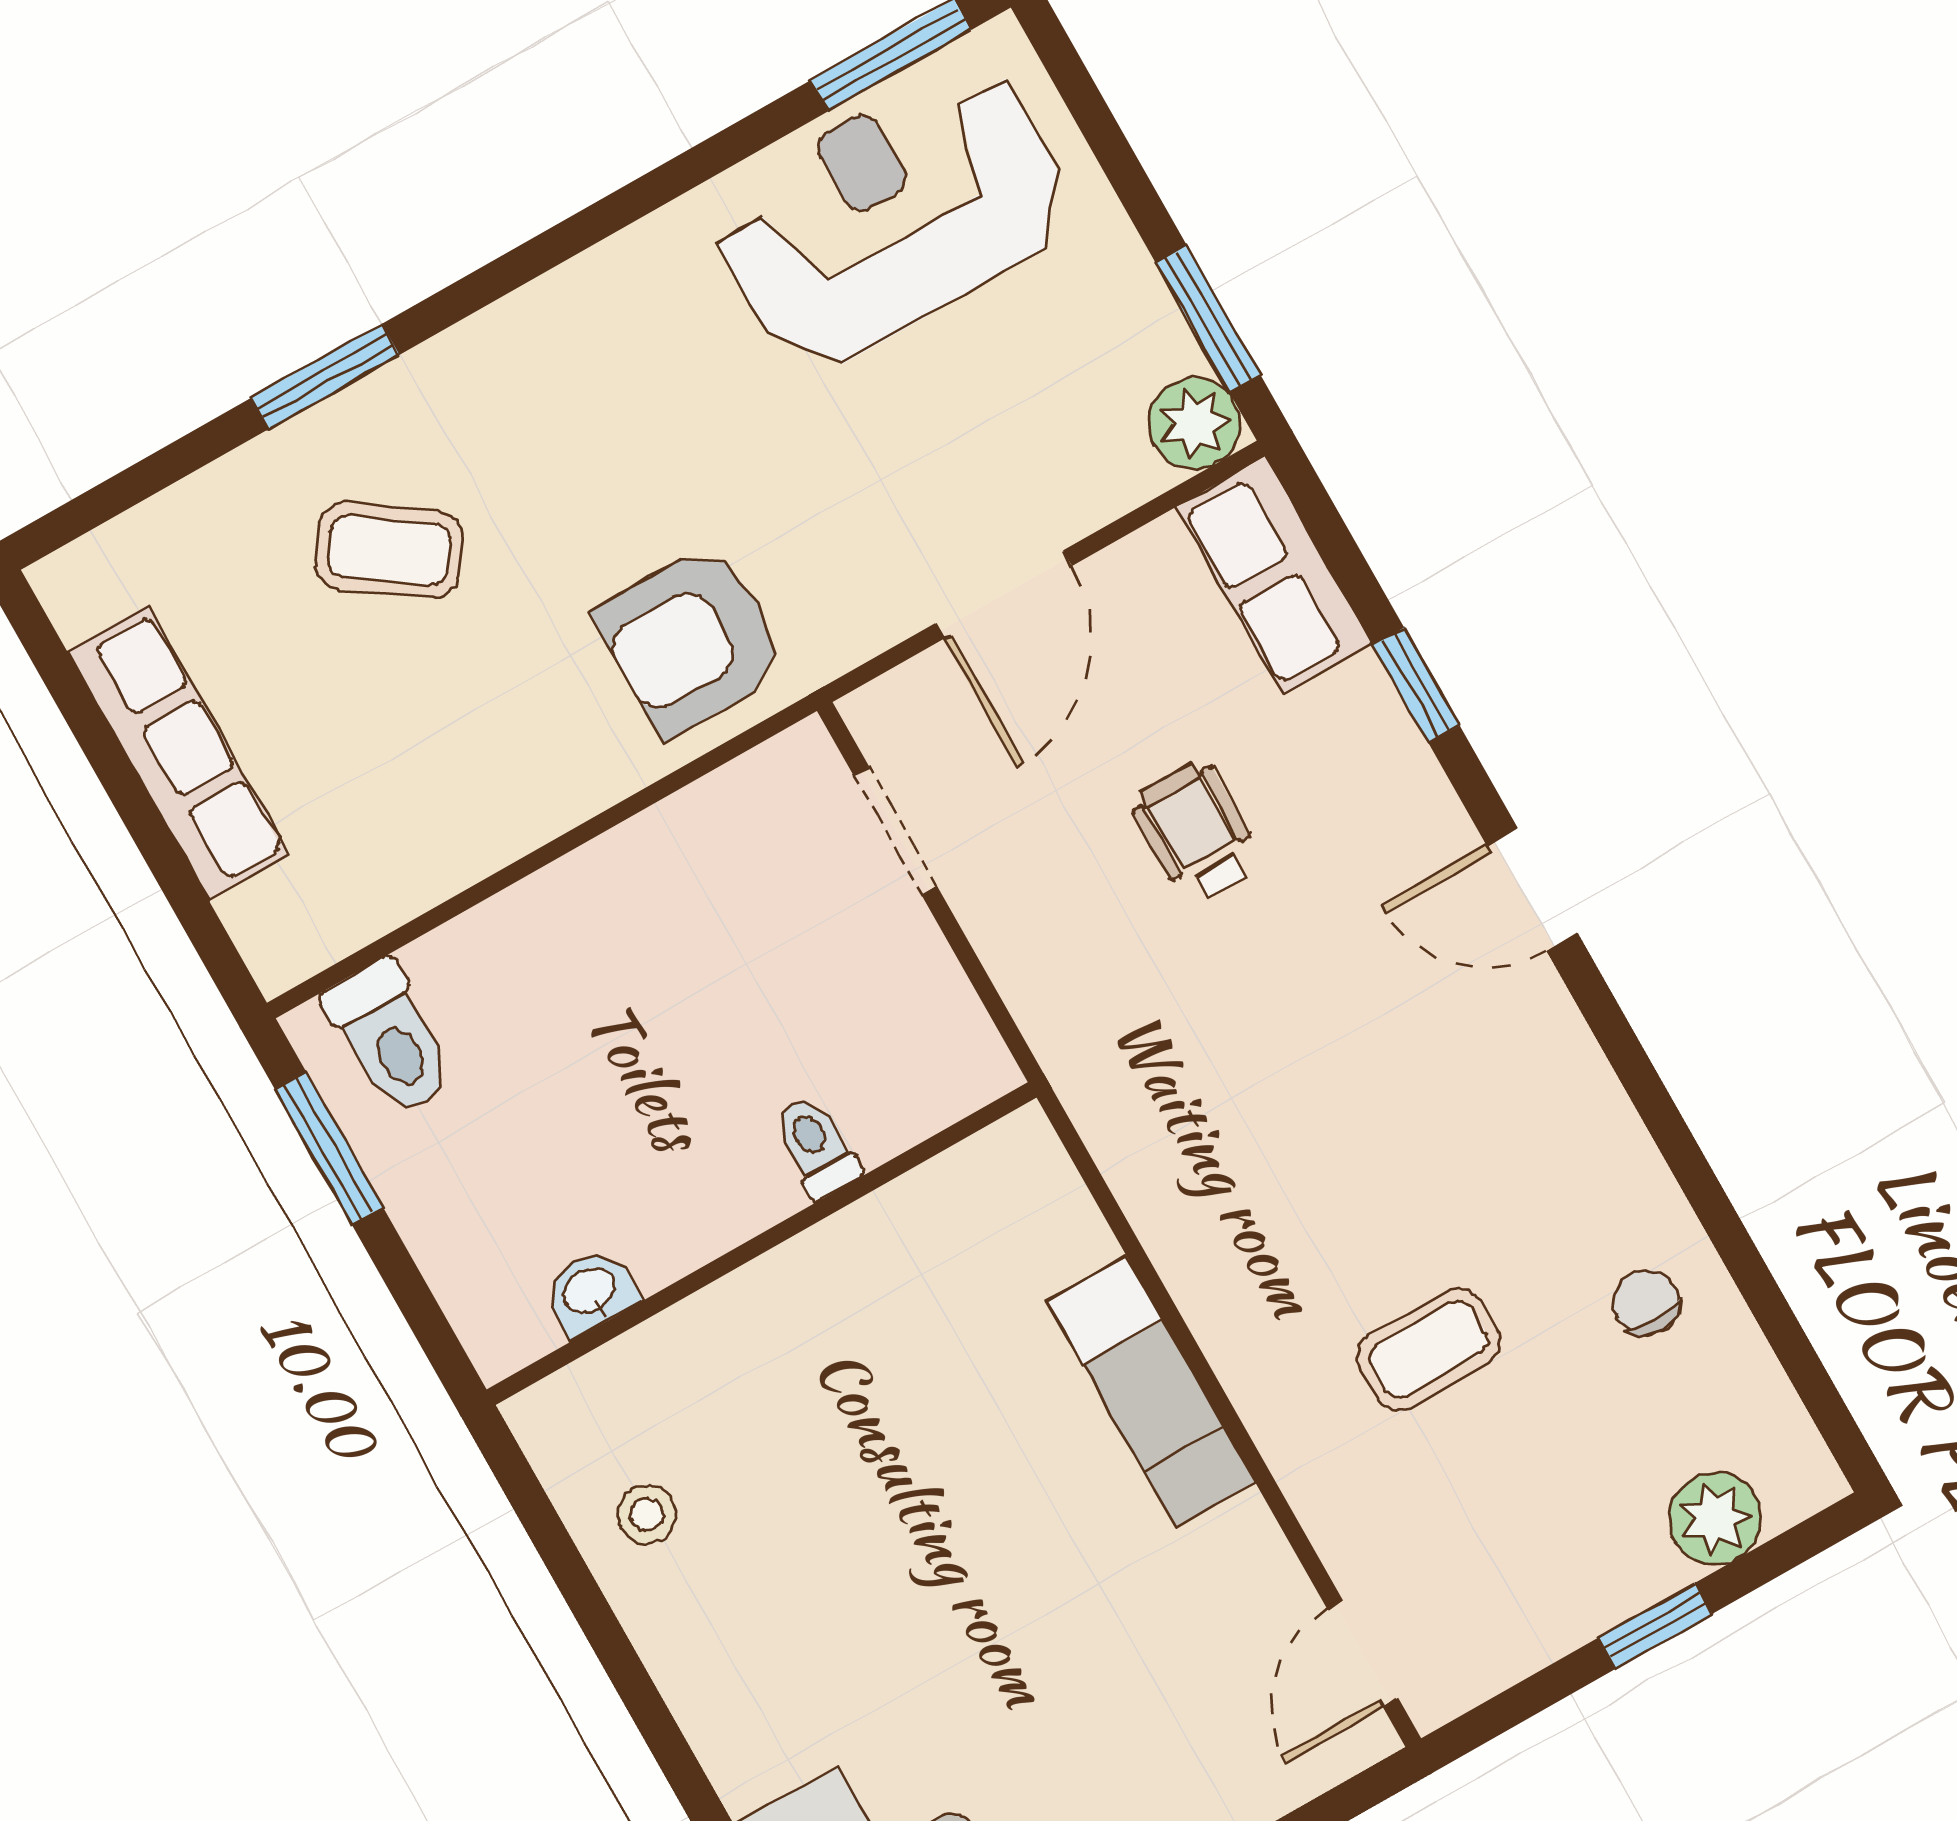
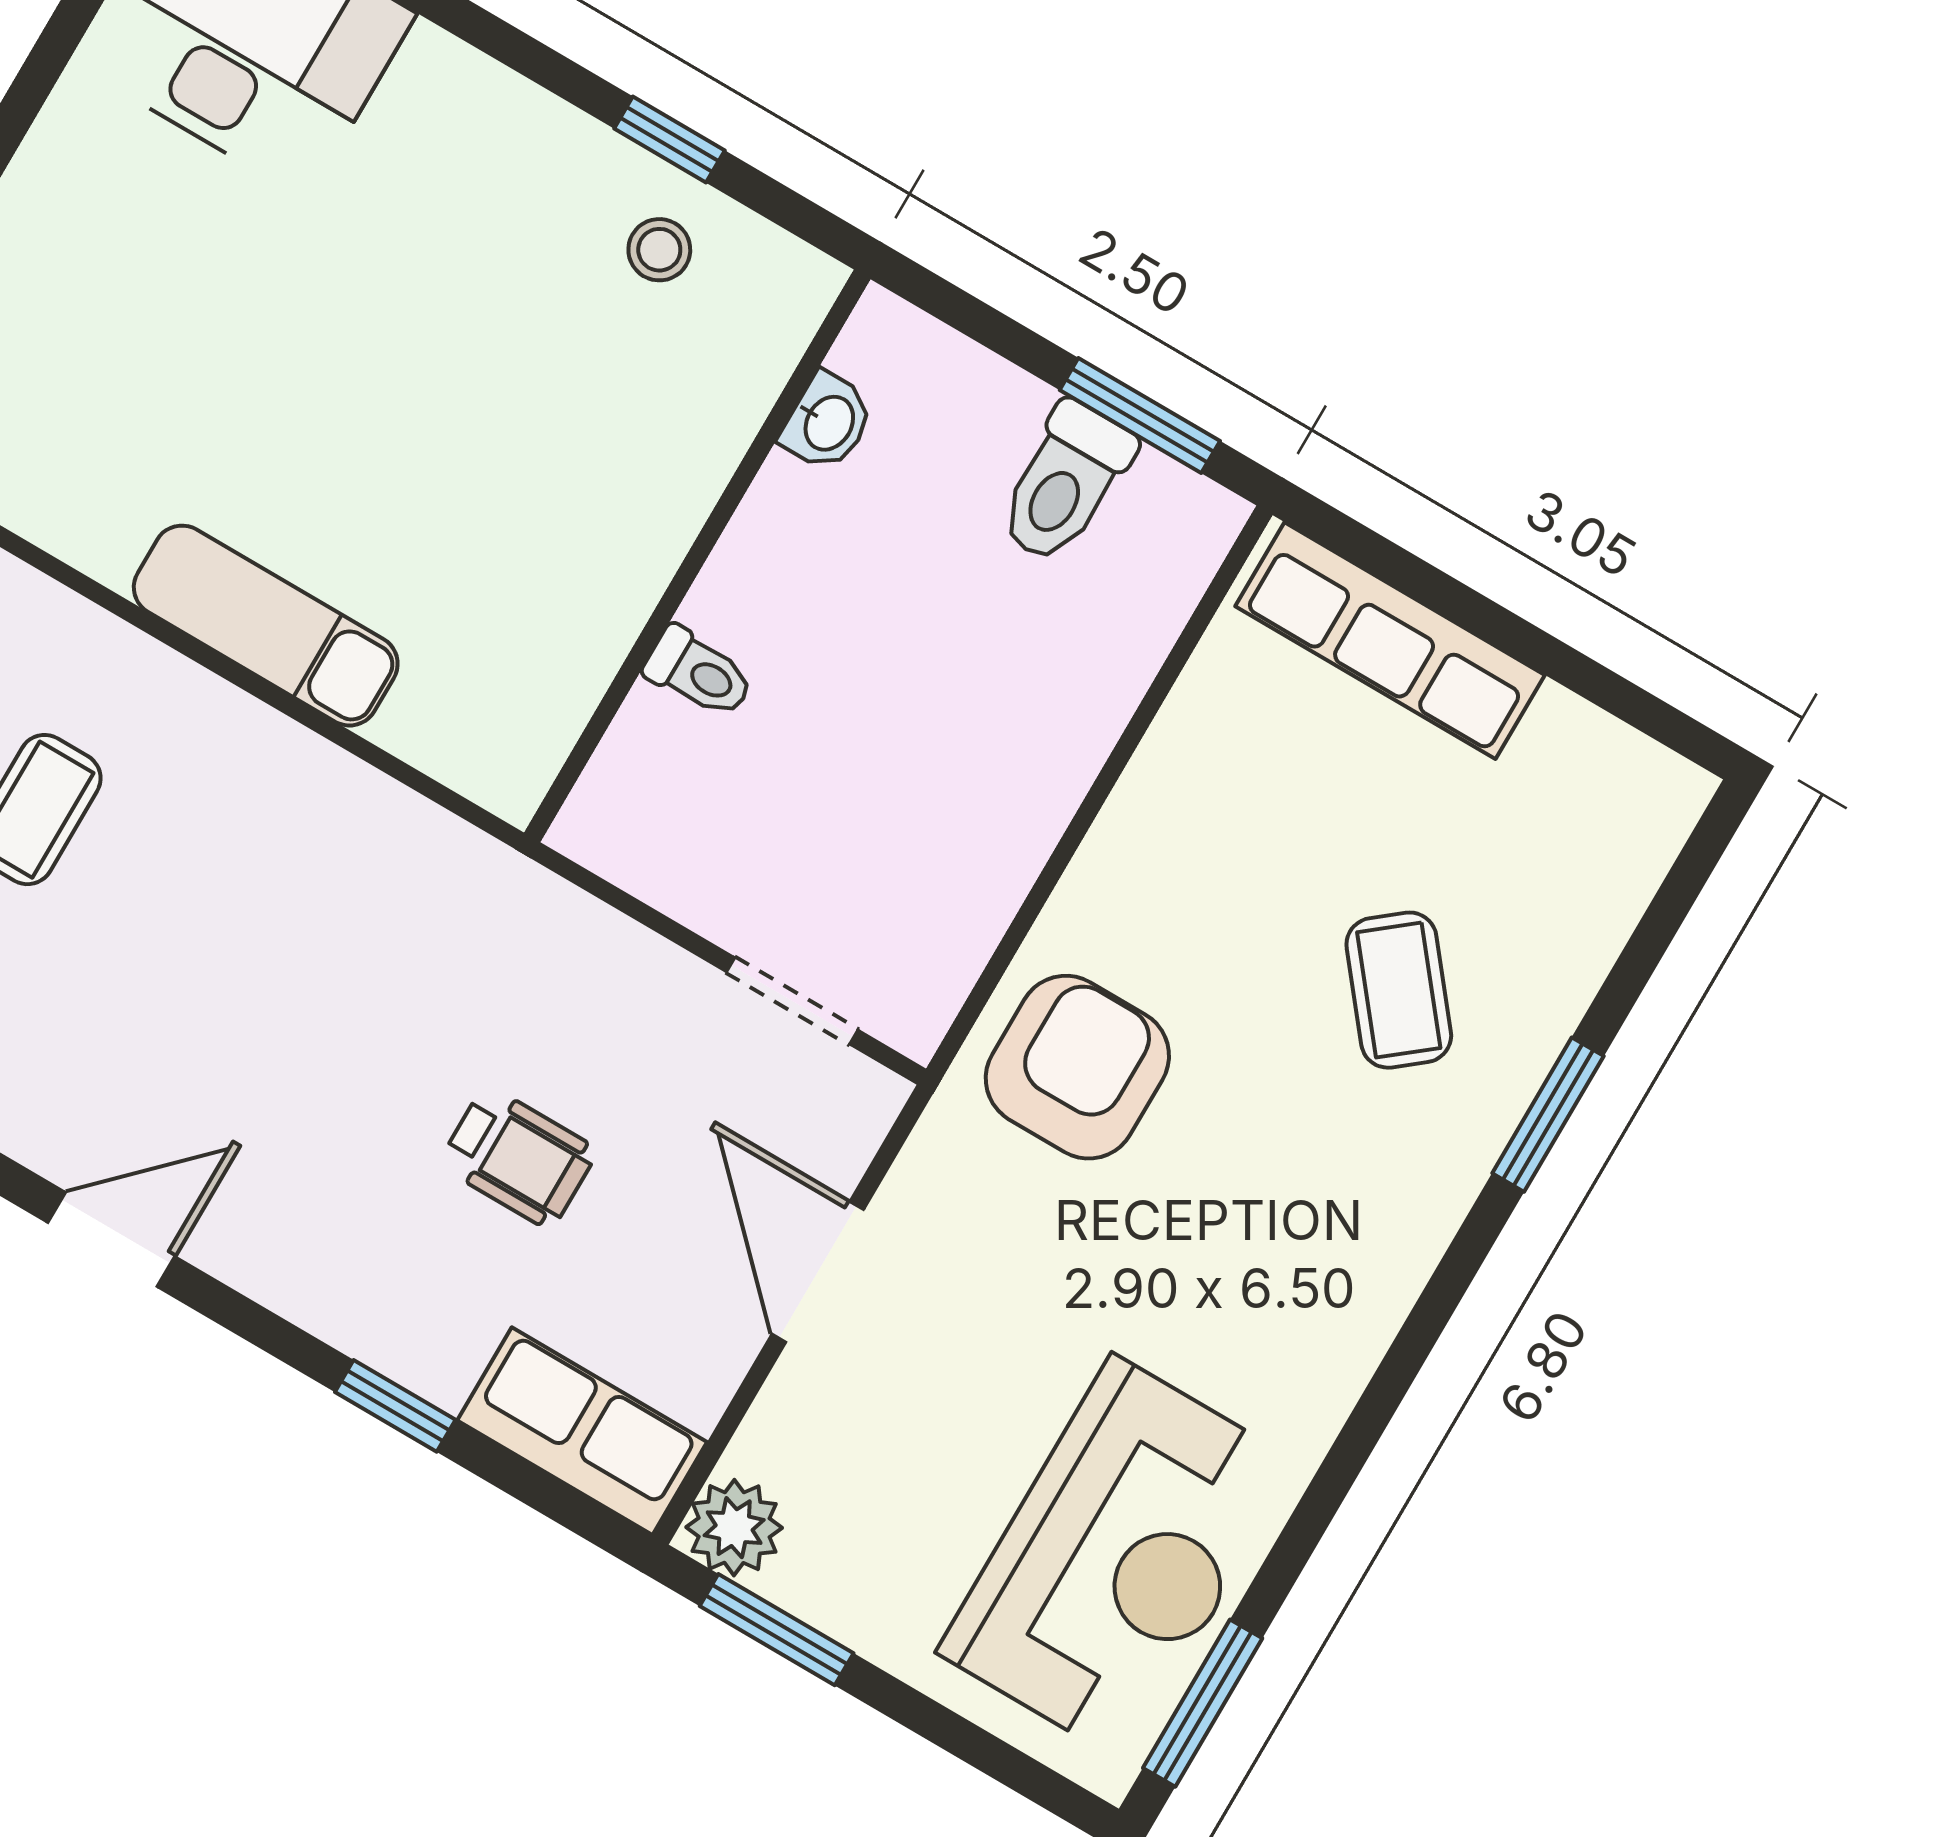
coffee table: (389, 550) -> (1399, 990), turned -74
row of seats: (179, 753) -> (1390, 641), moved
door: (1532, 889) -> (111, 1239), moved
toilet: (390, 1038) -> (1065, 483), moved, turned -90
window: (586, 1601) -> (669, 140), added

